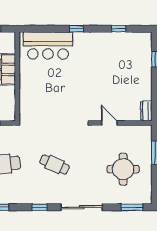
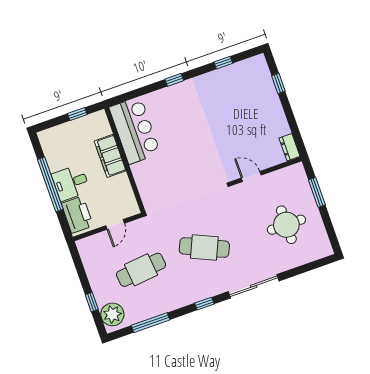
bar counter: (48, 45) -> (135, 130), moved, turned -90
cafe table: (54, 164) -> (204, 247), width x1.37, depth x1.35
window: (132, 207) -> (312, 266), removed

